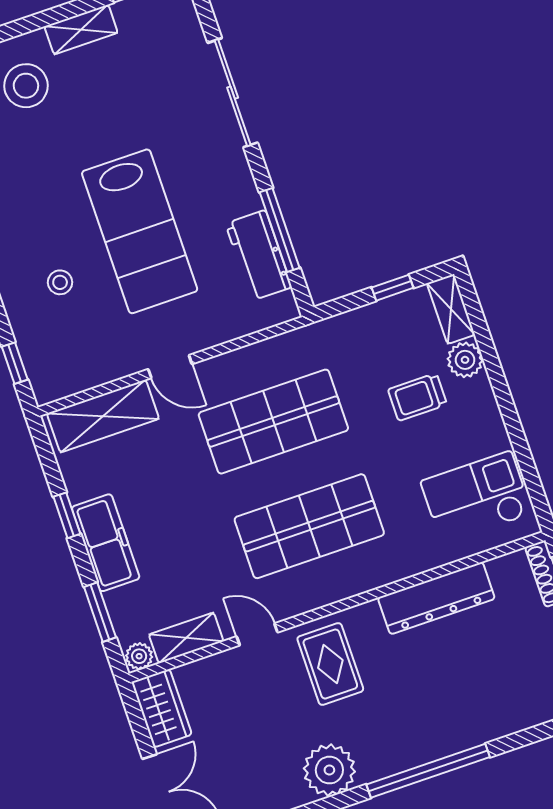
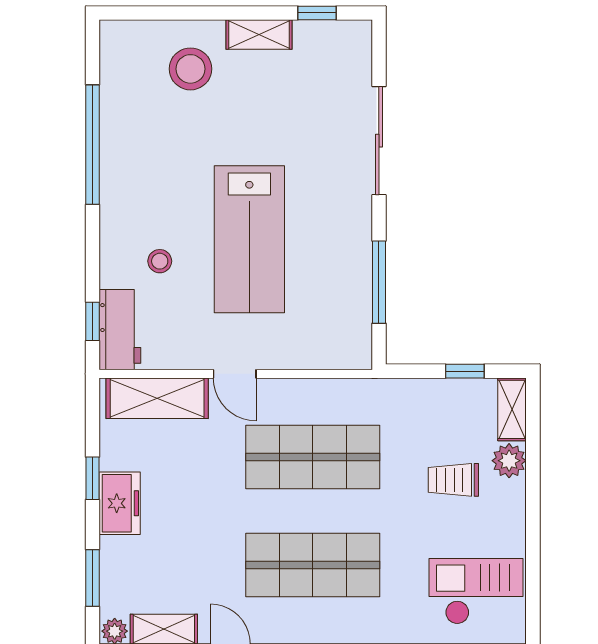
workbench: (259, 255) -> (120, 330), moved, turned 180
freezer: (106, 543) -> (120, 503), width x0.71

